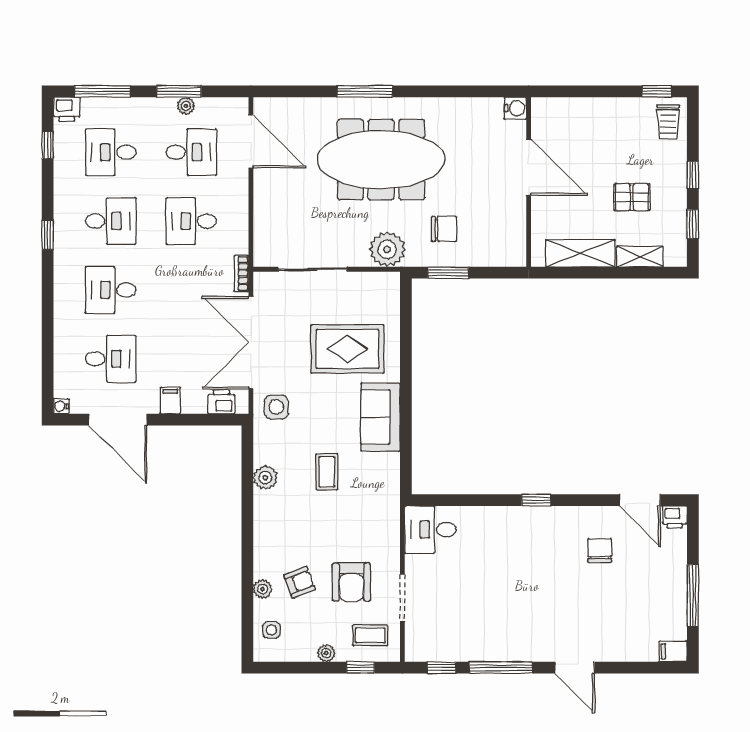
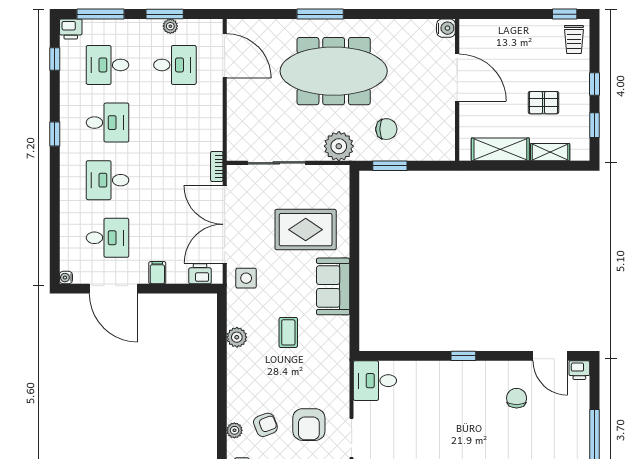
desk: (191, 221) -> (175, 123), removed

